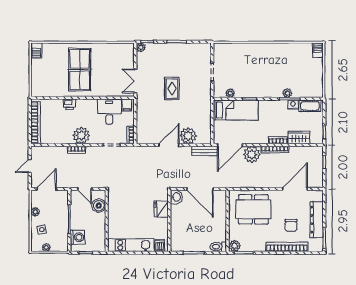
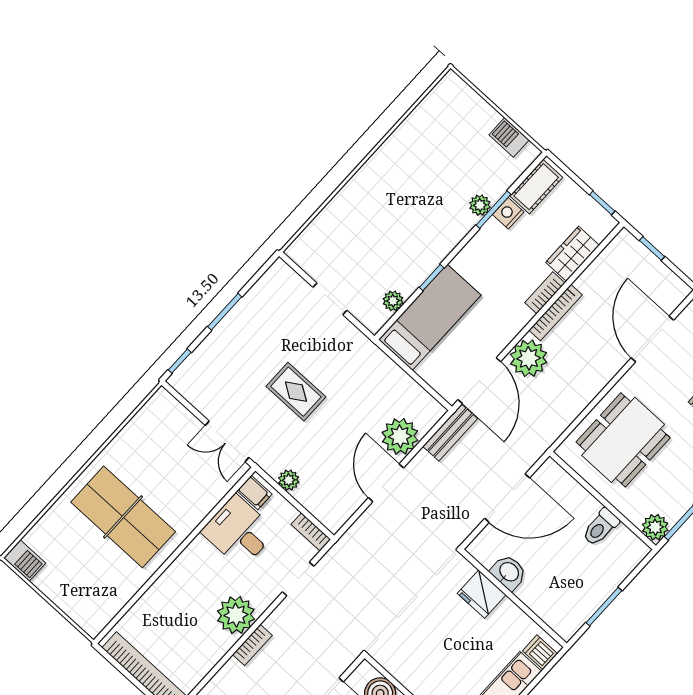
plant: (141, 47) -> (289, 480), moved
barbecue: (318, 50) -> (509, 137), moved
printer: (69, 104) -> (165, 587), removed
washbasin: (176, 197) -> (509, 572), moved
toilet: (218, 247) -> (601, 527), moved

